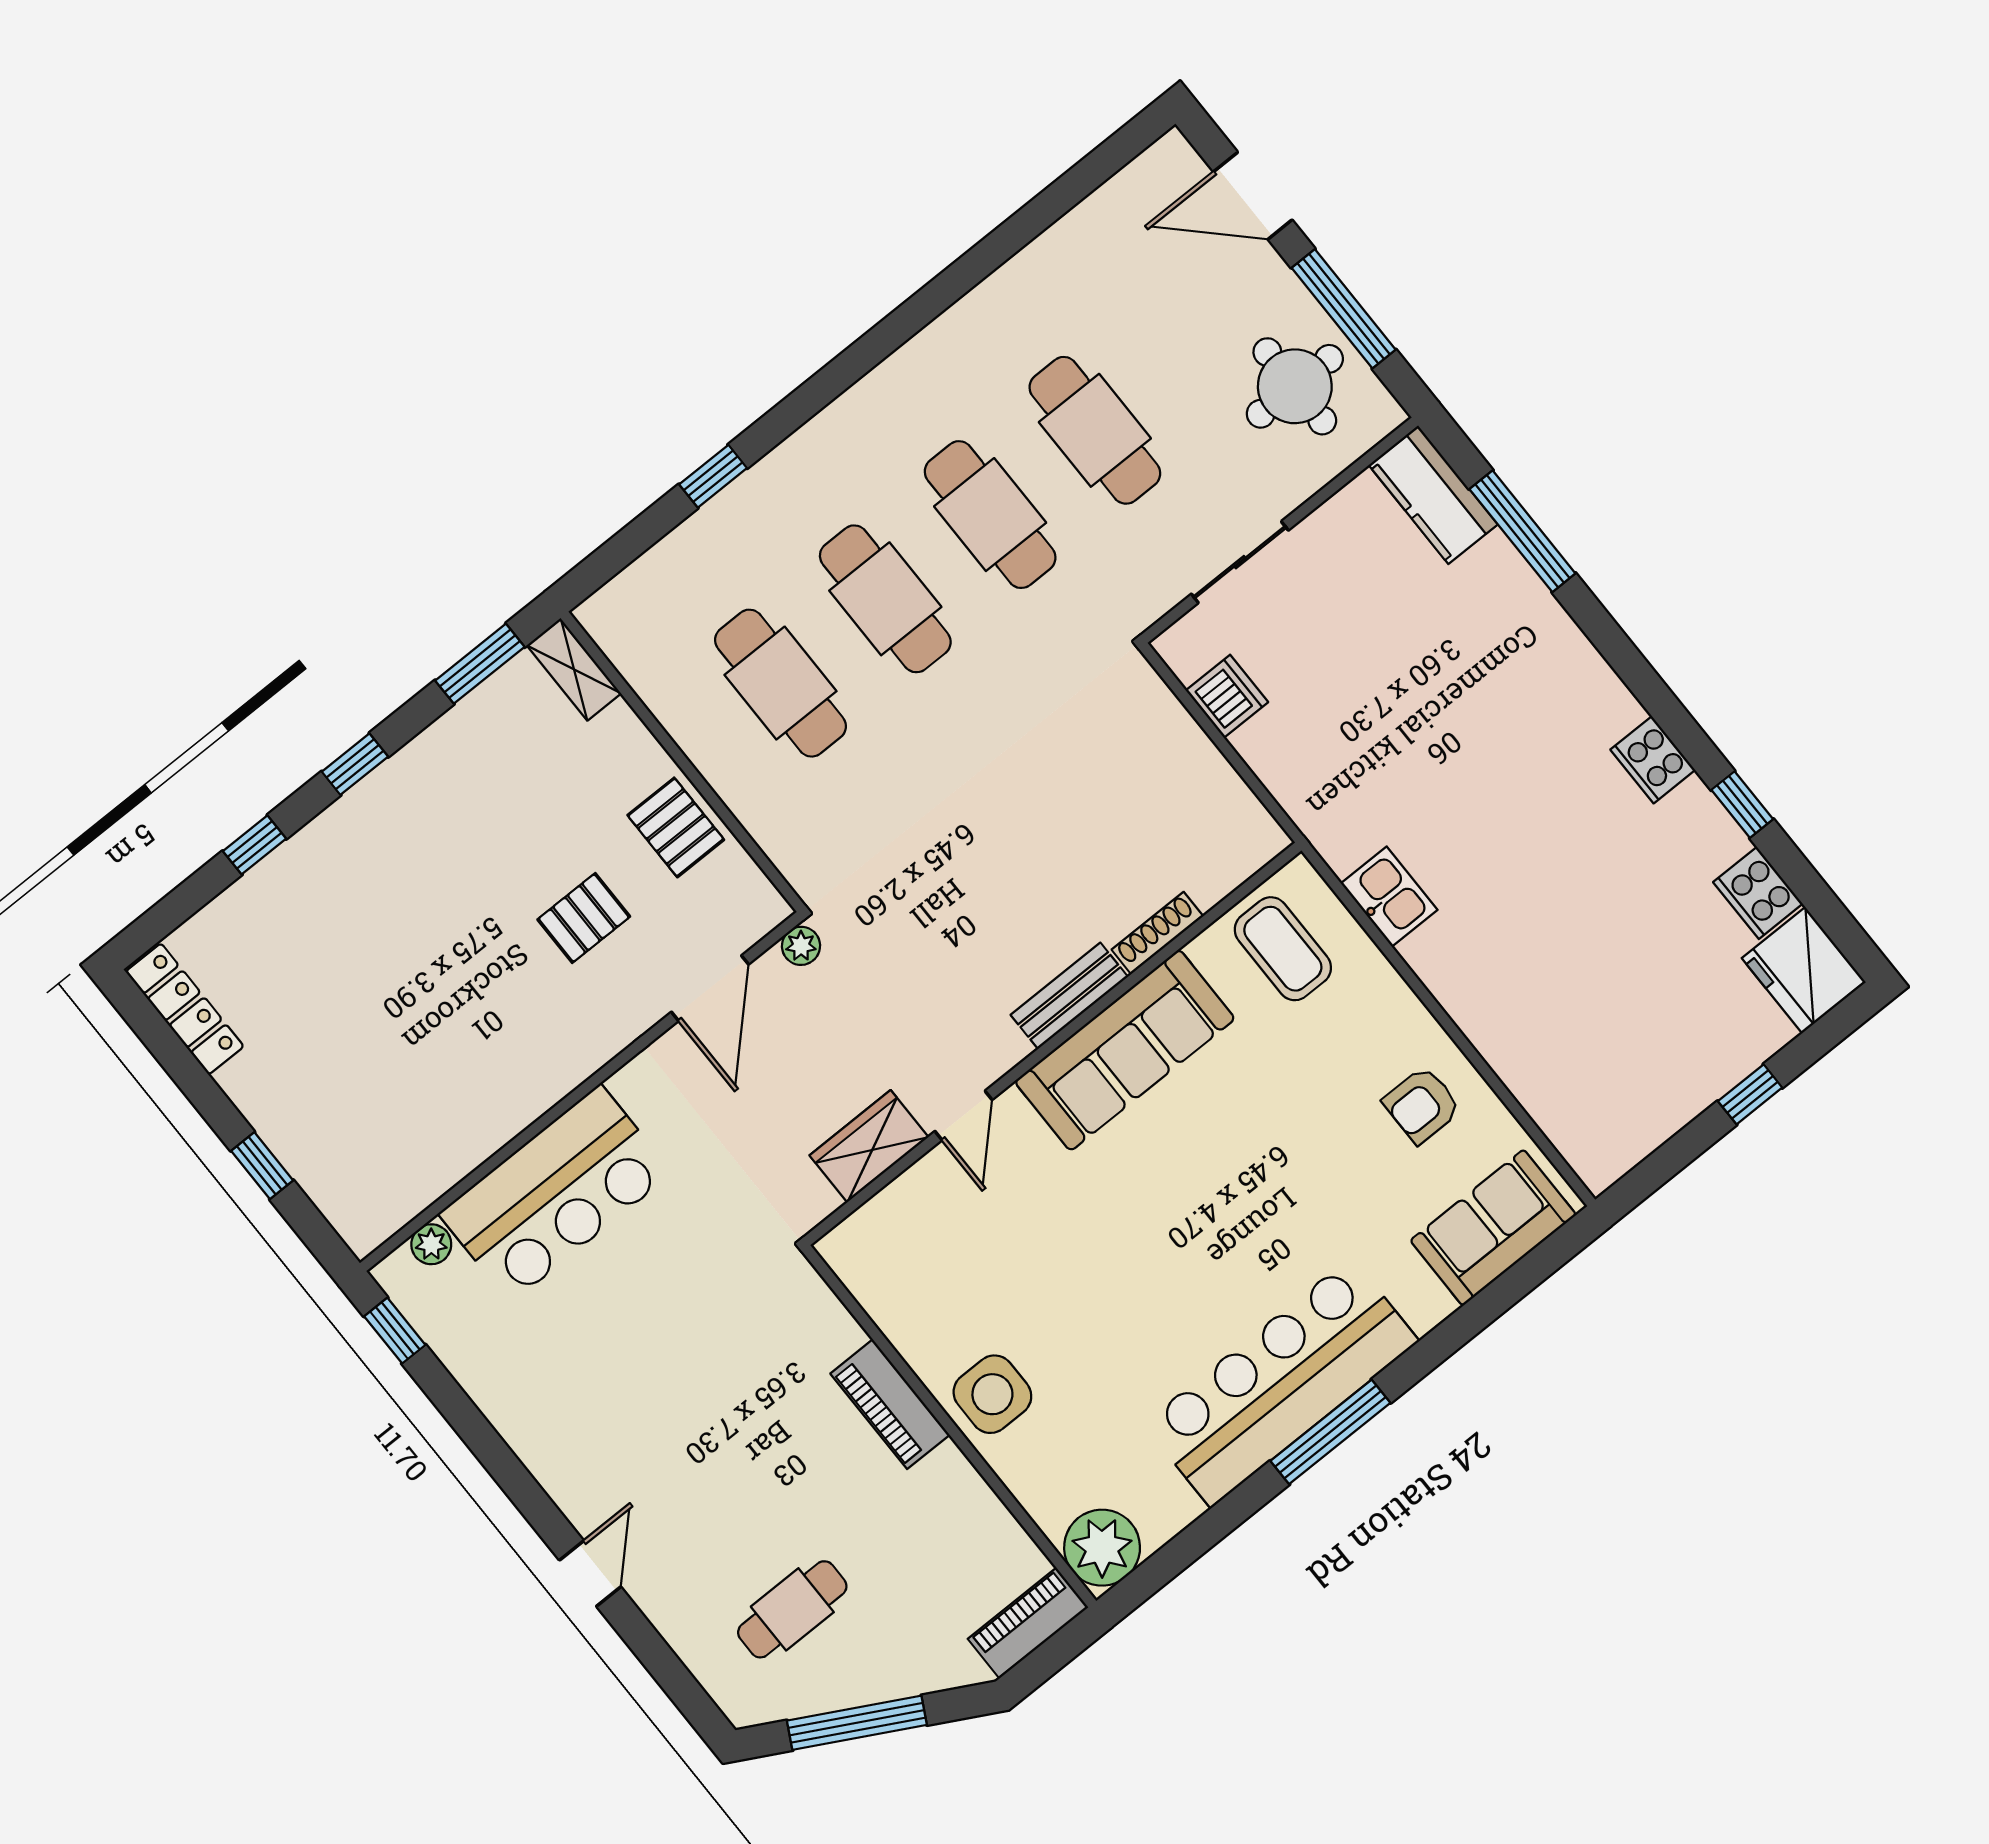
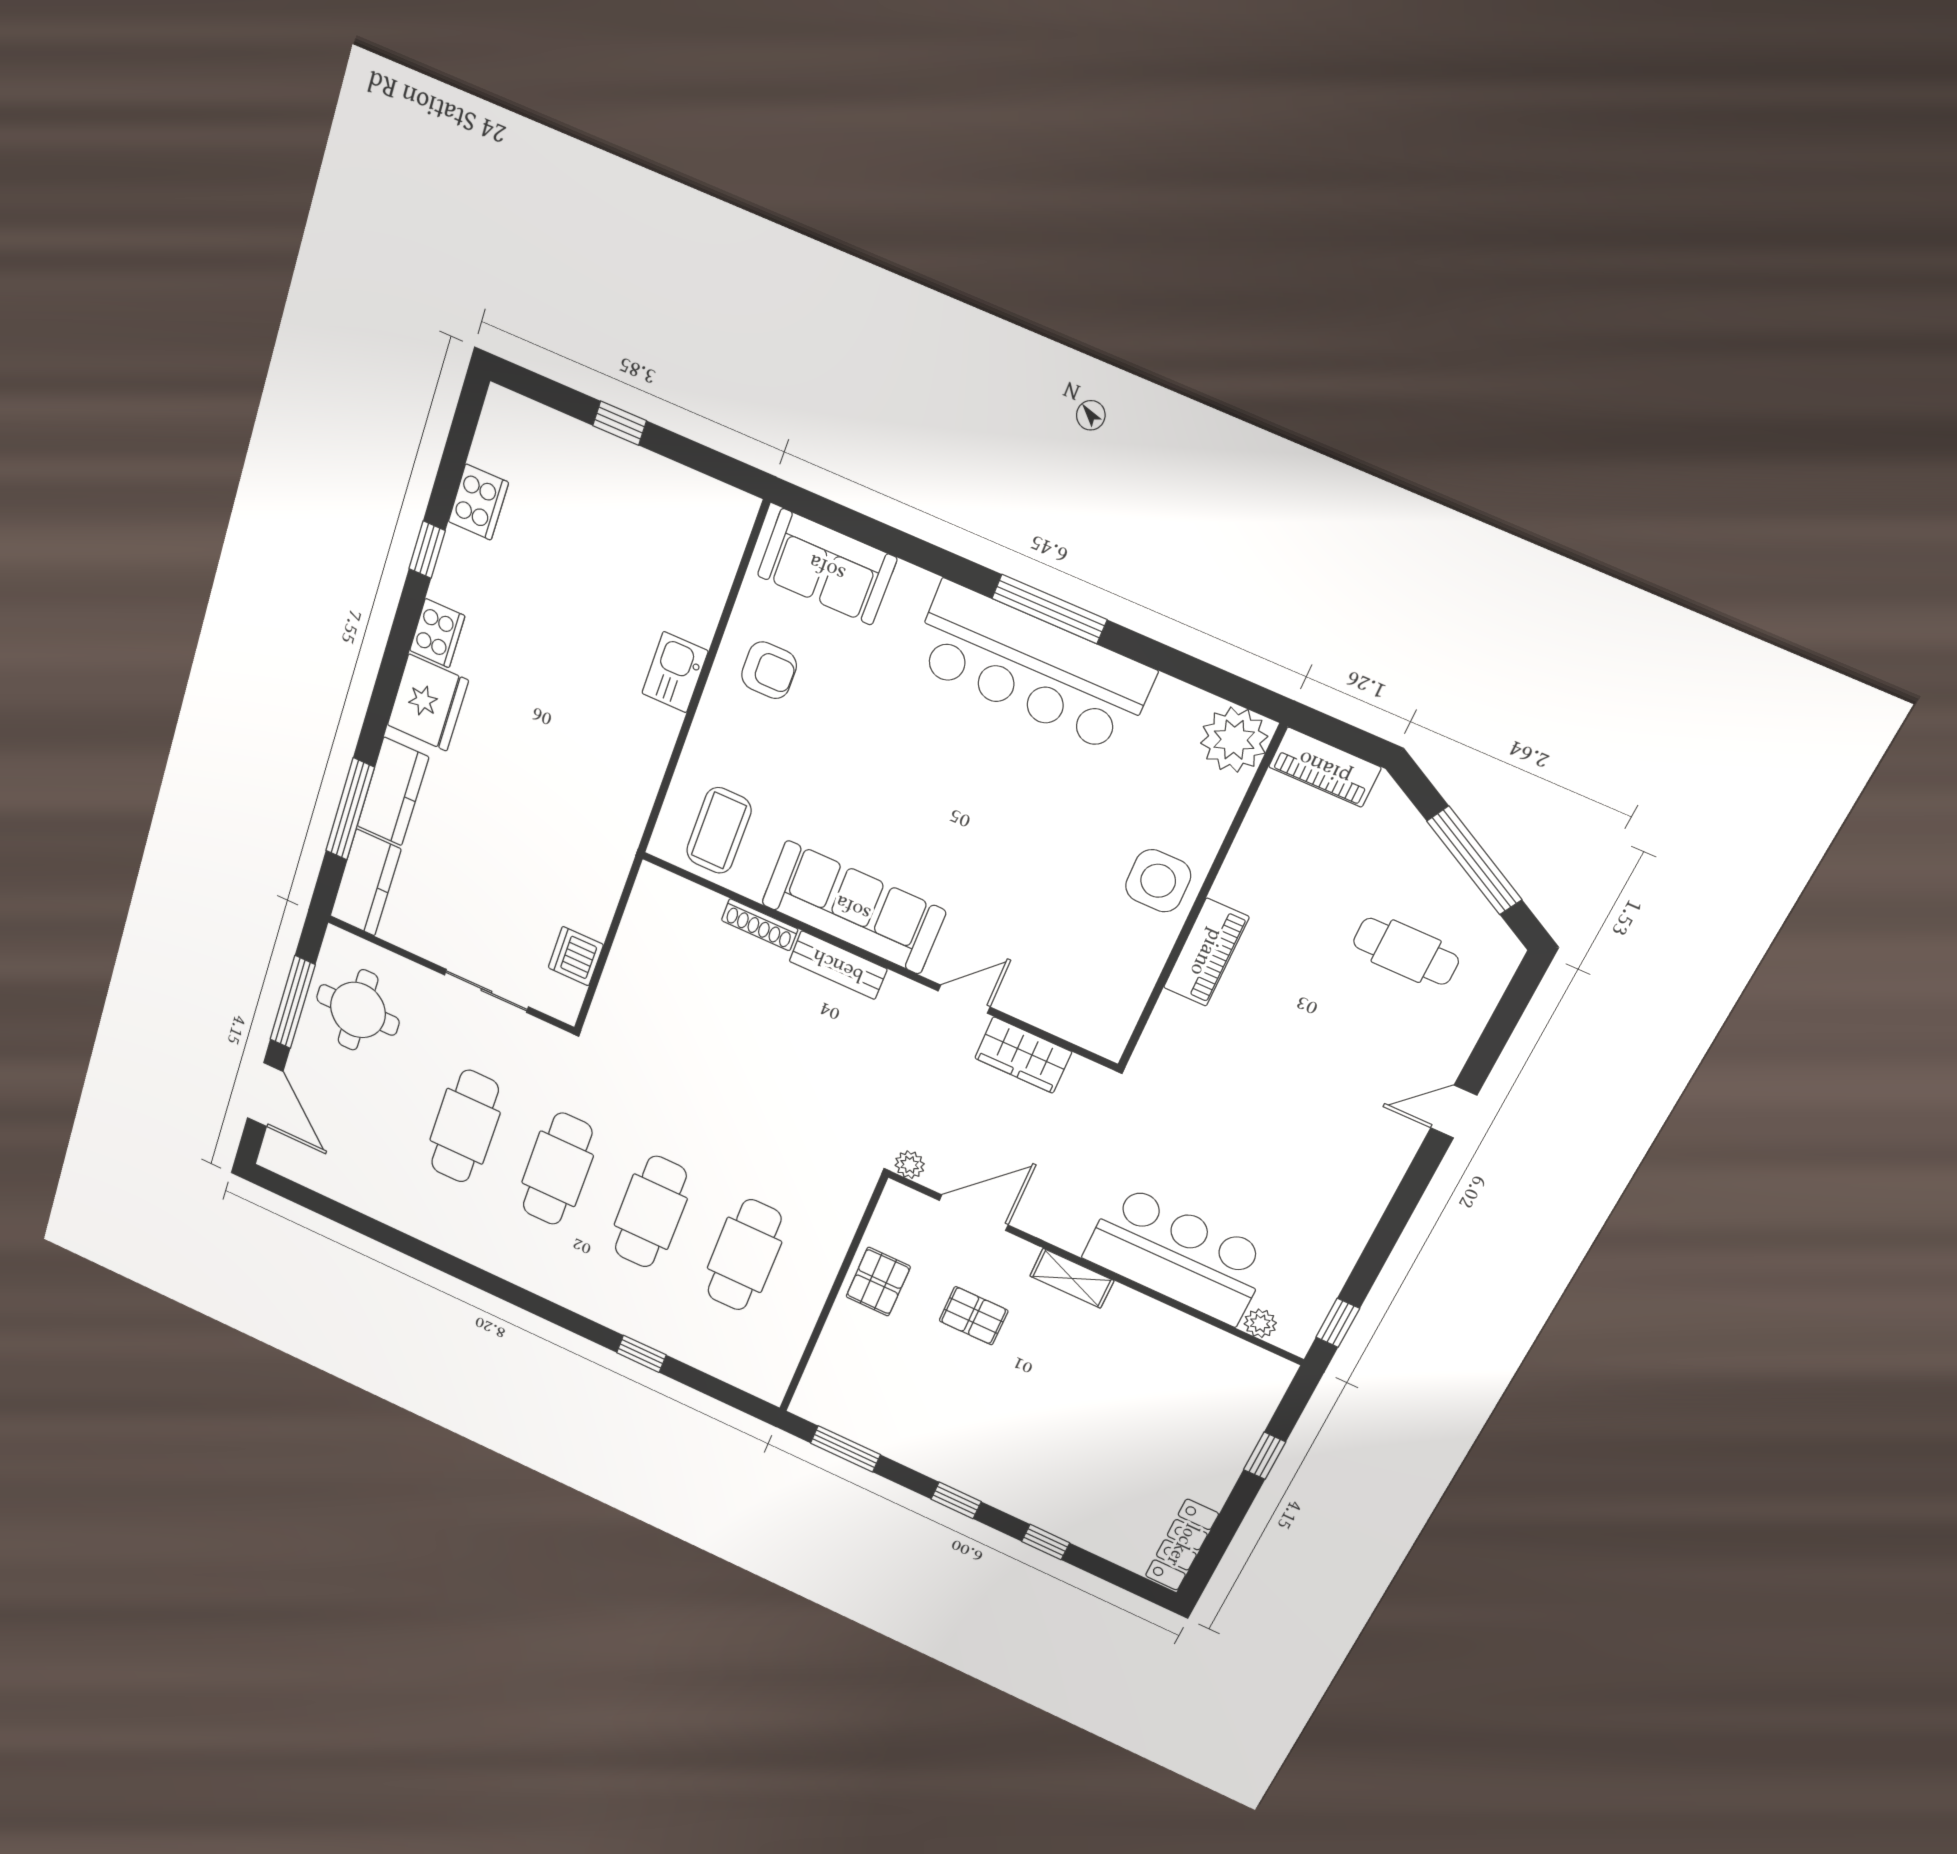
kitchen counter: (1515, 596) -> (393, 792), added
shelving: (574, 669) -> (1072, 1278), moved, turned 90
kitchen sink: (1389, 897) -> (675, 672), moved
fridge: (1804, 970) -> (428, 703), moved

